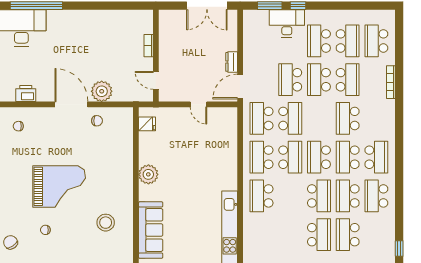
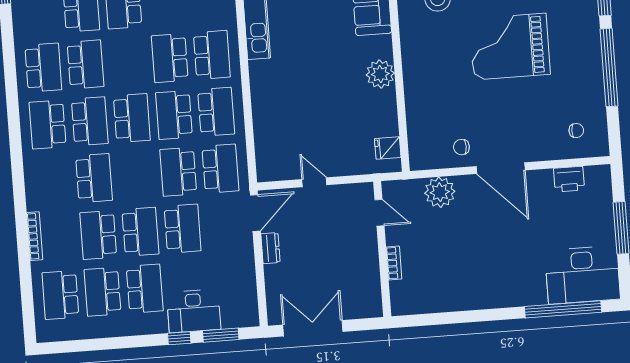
school desk: (376, 41) -> (60, 295), turned 180
plant: (102, 91) -> (440, 192), moved
school desk: (319, 196) -> (170, 58), moved

